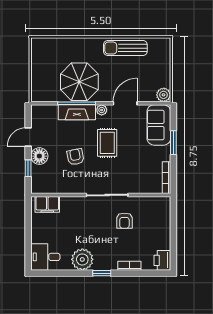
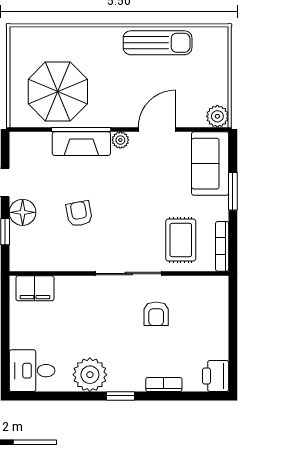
sun lounger: (125, 48) -> (158, 43), turned 180
parasol: (79, 82) -> (58, 92), moved
rug: (107, 143) -> (181, 240), moved

